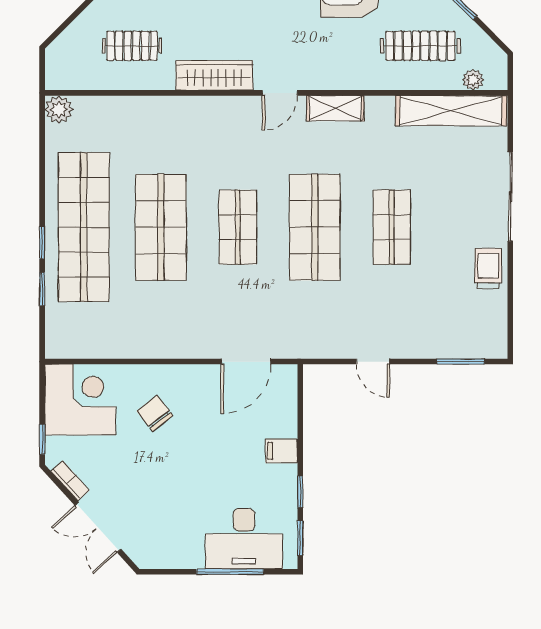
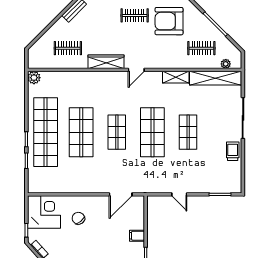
clothes rail: (420, 46) -> (201, 48), width x0.73
shelving: (335, 108) -> (176, 77), moved

